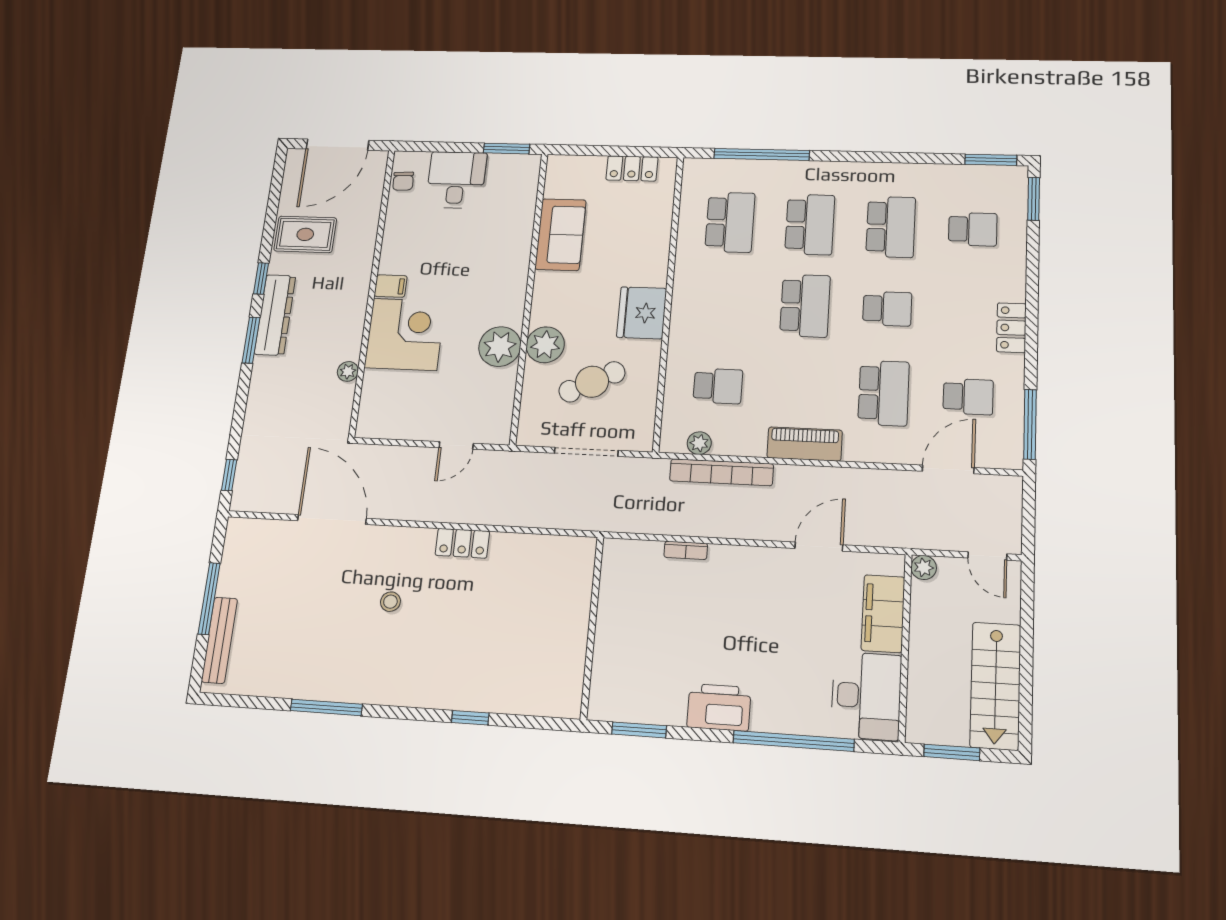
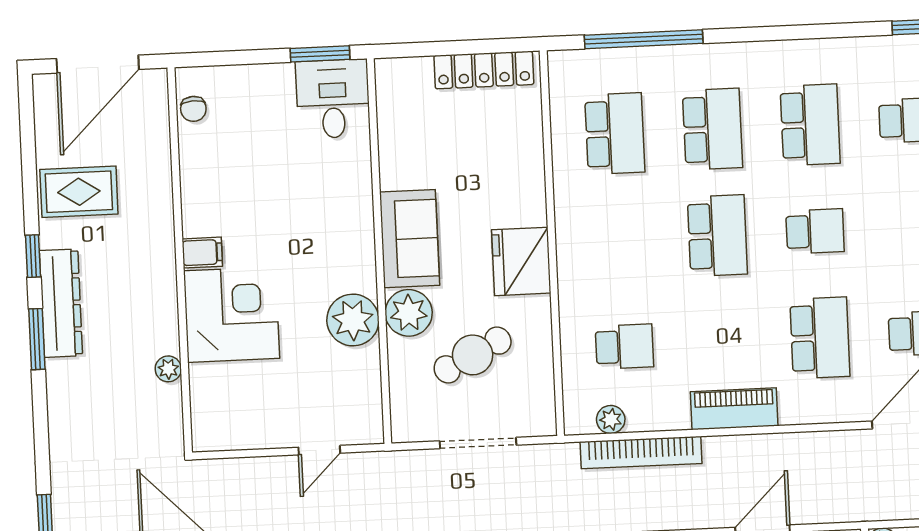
locker: (632, 168) -> (484, 70), width x1.53
desk: (456, 180) -> (333, 99), moved
sofa: (560, 235) -> (410, 239), moved

